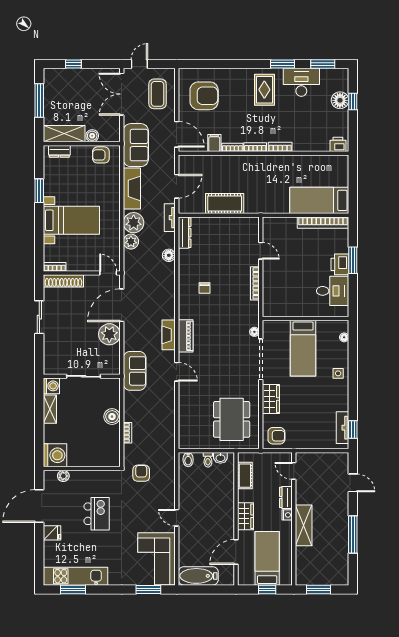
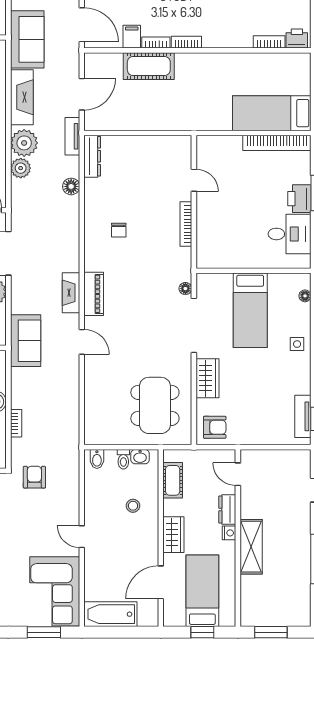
bookcase: (280, 147) -> (269, 42), moved
cot: (225, 203) -> (149, 66), moved
stool: (215, 495) -> (133, 506), added

